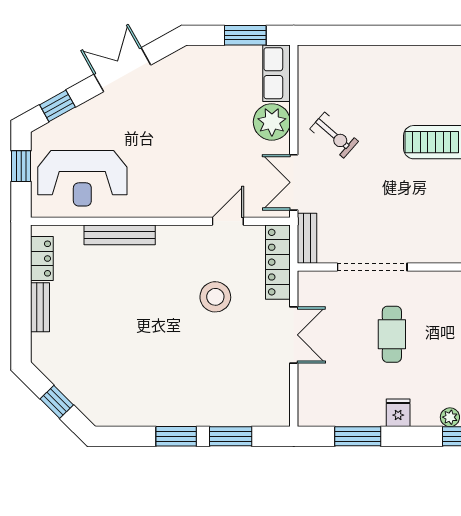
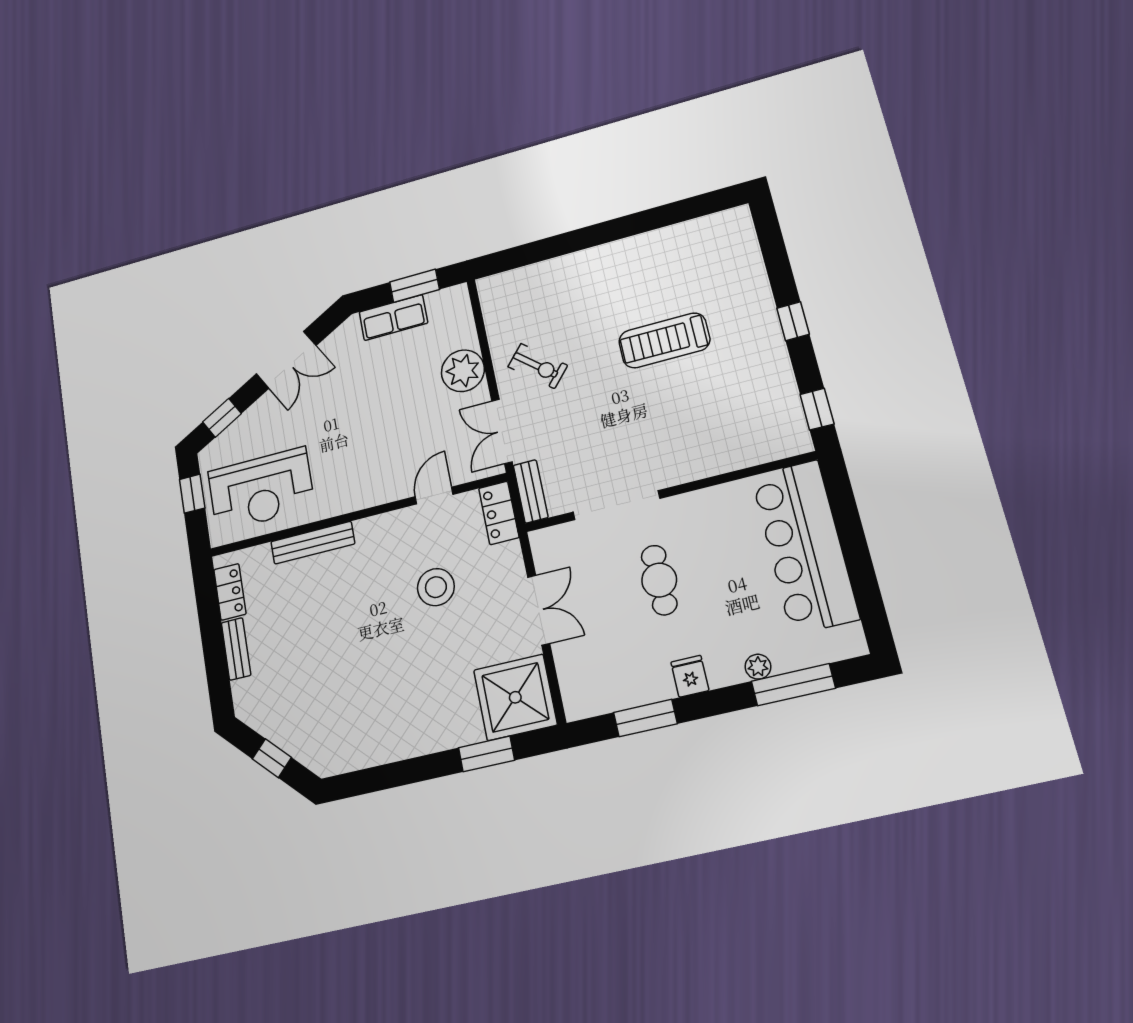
double door: (122, 70) -> (286, 360), swing flipped
row of seats: (277, 73) -> (393, 318), moved, turned -90
locker: (278, 262) -> (499, 513), width x0.66
shower: (262, 398) -> (515, 697), added
window: (176, 436) -> (420, 769), removed

